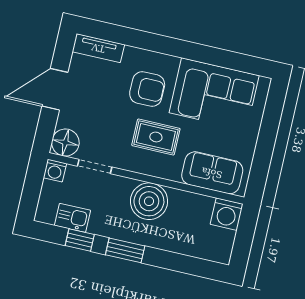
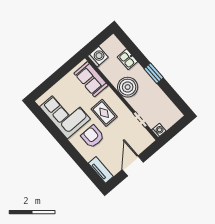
door: (55, 89) -> (133, 166), swing flipped
floor lamp: (65, 143) -> (145, 139), removed
kitchen sink: (73, 218) -> (127, 59), moved
window: (80, 240) -> (170, 92), removed

